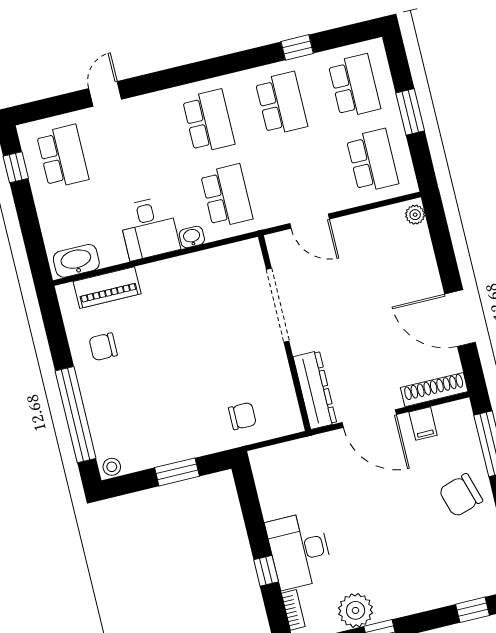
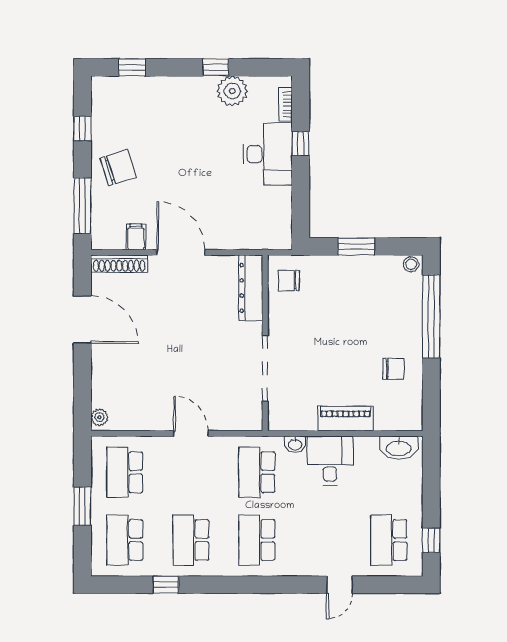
piano: (107, 288) -> (346, 419), moved
doorway: (278, 305) -> (265, 368), moved
wall: (284, 333) -> (265, 343), moved
dresser: (315, 390) -> (251, 288), moved

